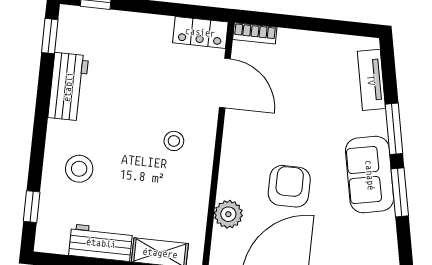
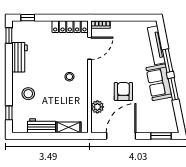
locker: (200, 32) -> (70, 27), width x1.53
tv unit: (371, 80) -> (156, 45), width x1.41
door: (225, 83) -> (90, 48), hinge flipped

